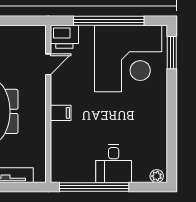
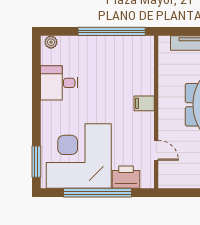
printer: (64, 37) -> (126, 177), moved
door: (48, 64) -> (156, 150), swing flipped
desk: (114, 164) -> (59, 83), moved, turned -90

